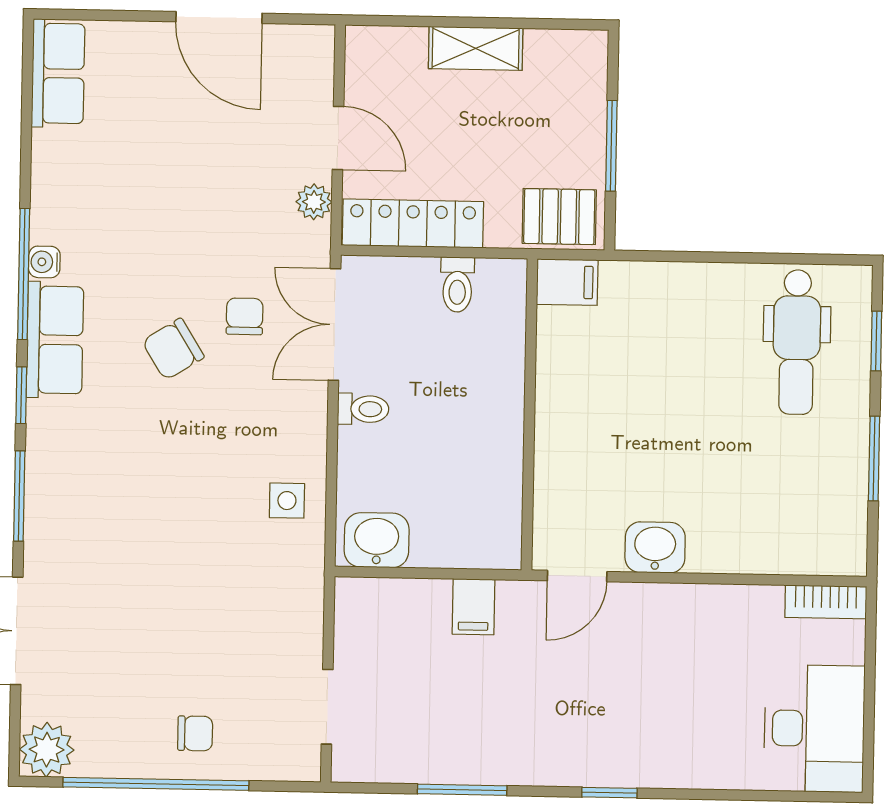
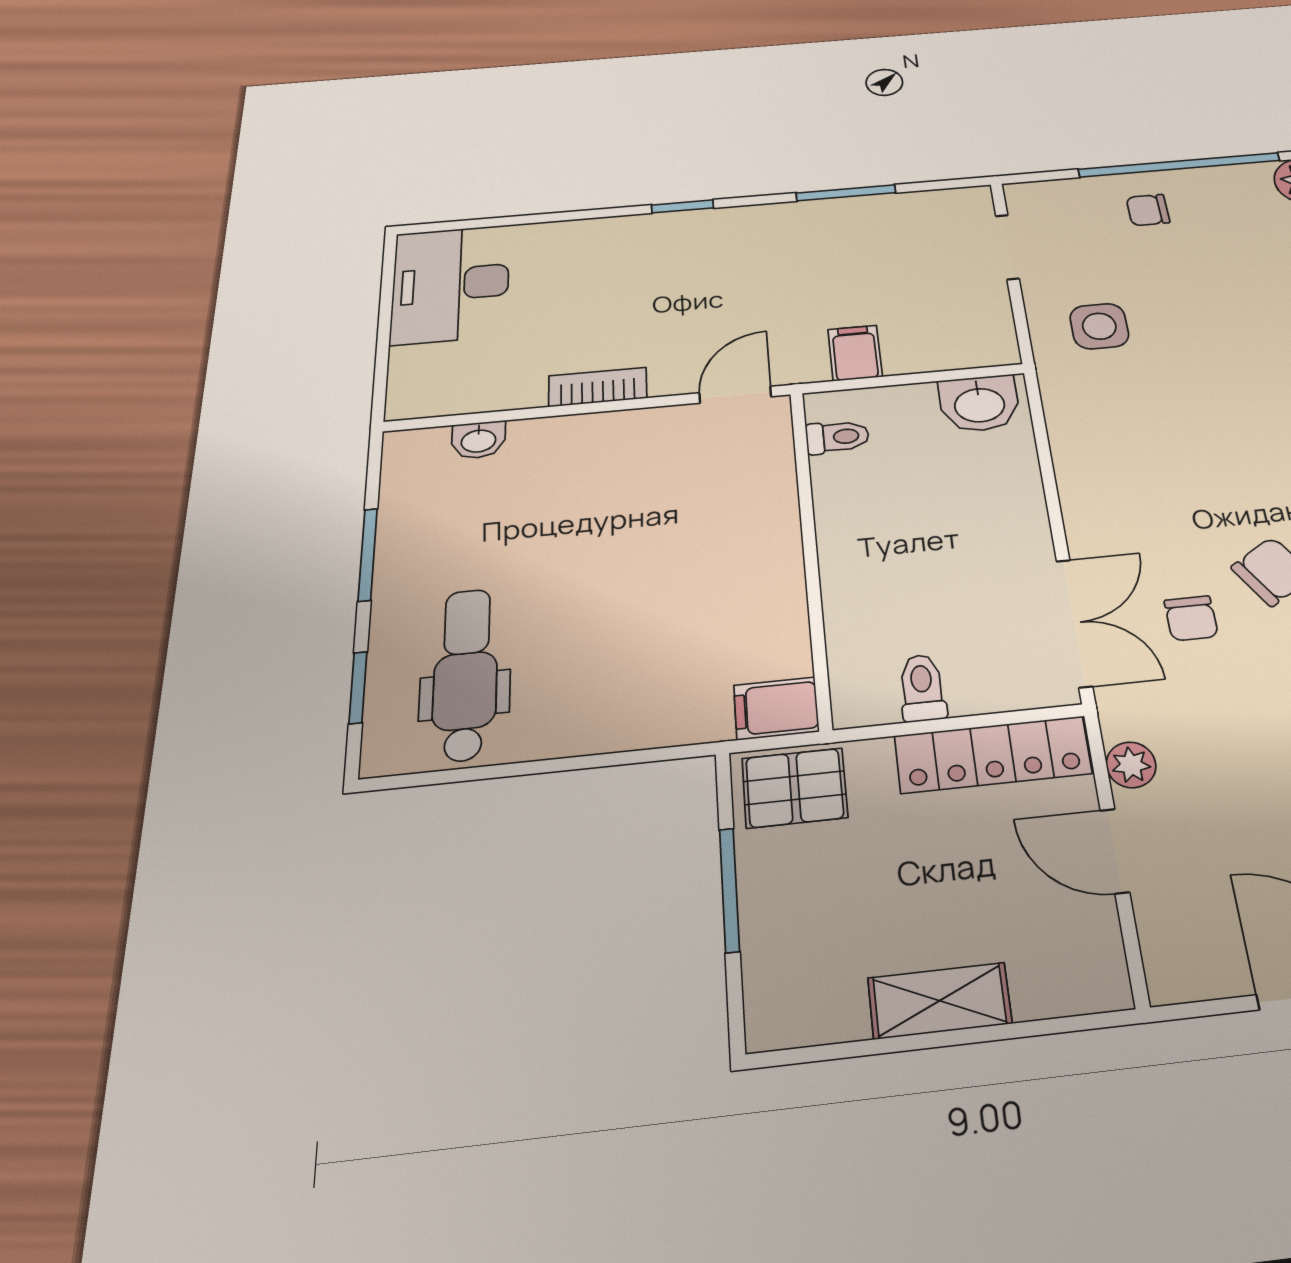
toilet: (363, 409) -> (837, 437), moved, turned 180
side table: (287, 501) -> (1099, 326), moved, width x1.37, depth x1.37
washbasin: (655, 547) -> (479, 440), moved, width x0.72, depth x0.69
bookcase: (826, 602) -> (598, 387), moved

